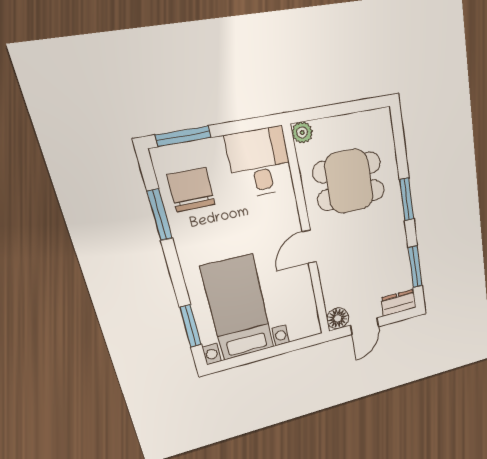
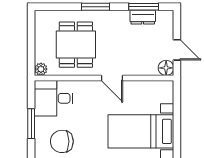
window: (183, 136) -> (31, 124), moved
dresser: (399, 303) -> (143, 17), moved, turned -90

